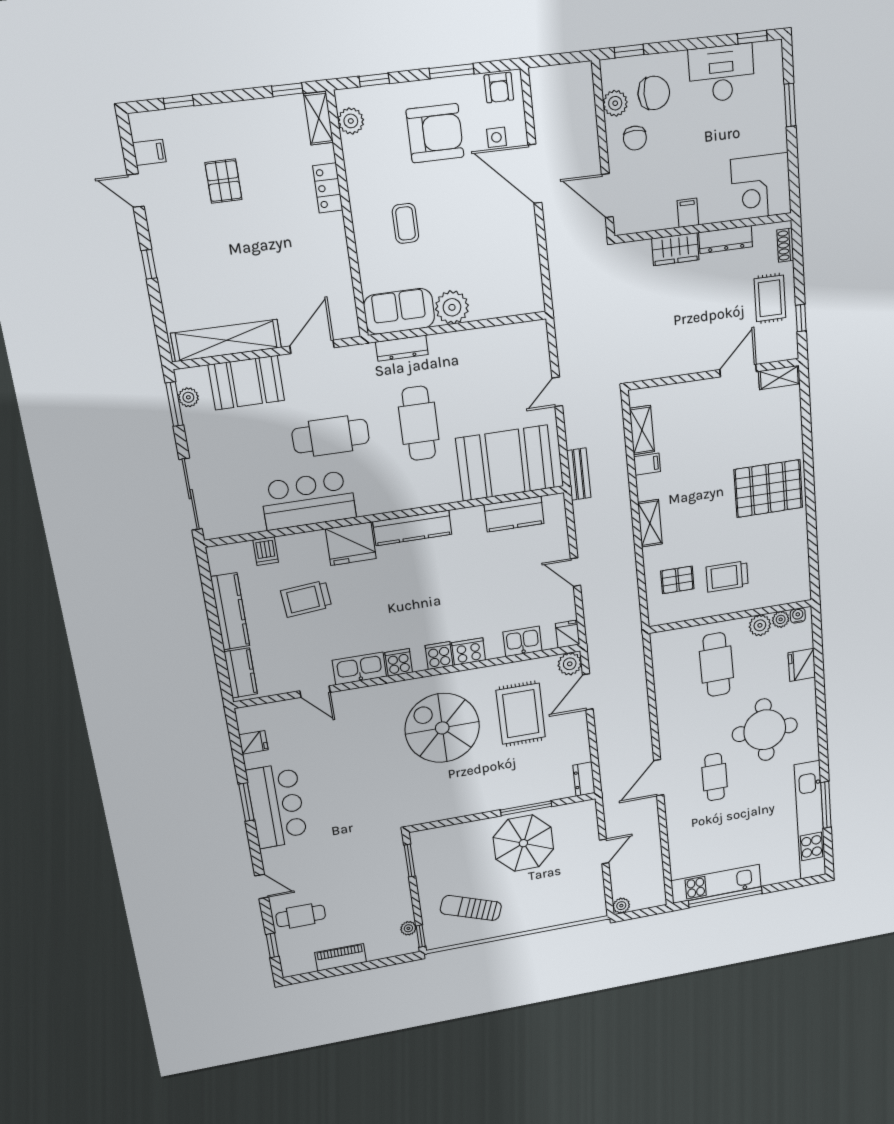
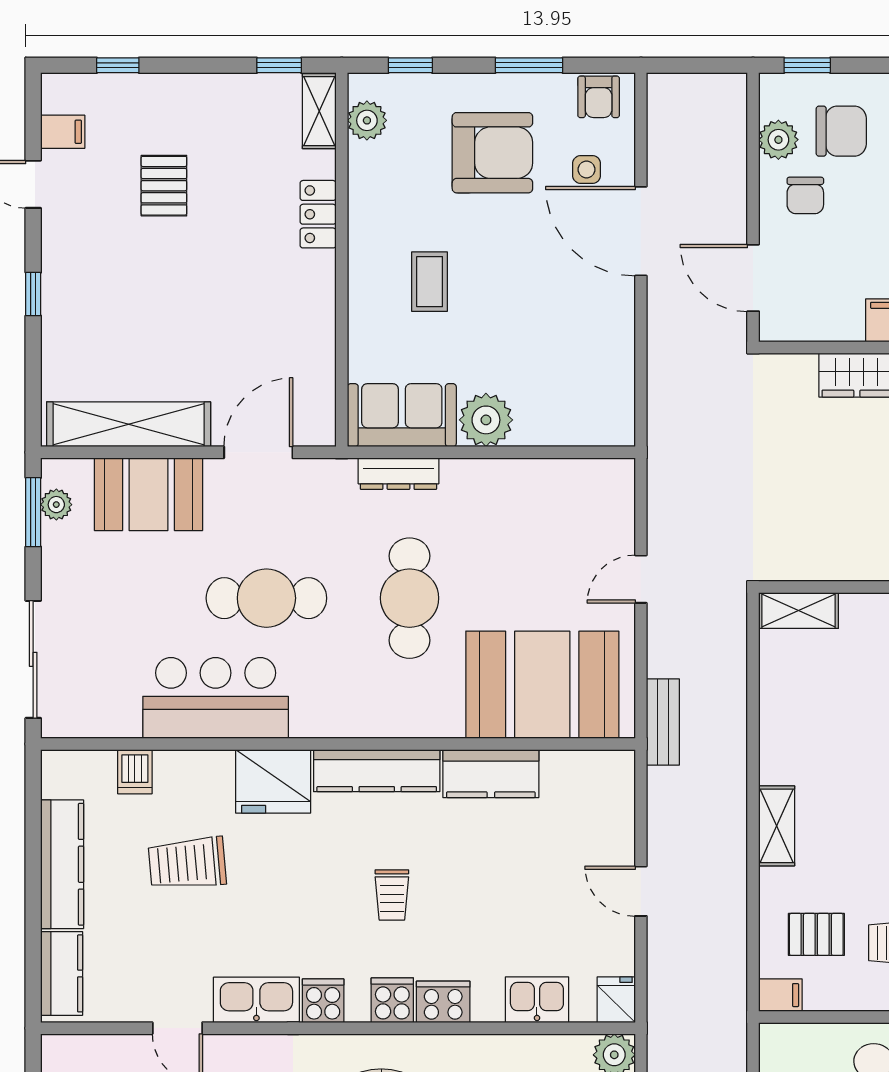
shelving: (642, 430) -> (799, 610), moved, turned 90
filing cabinet: (647, 464) -> (780, 995), moved
kitchen counter: (514, 514) -> (491, 774), moved
trolley: (431, 597) -> (392, 895), added

